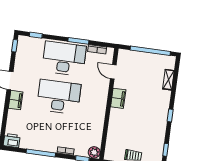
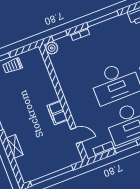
shelving: (168, 80) -> (15, 146), moved

